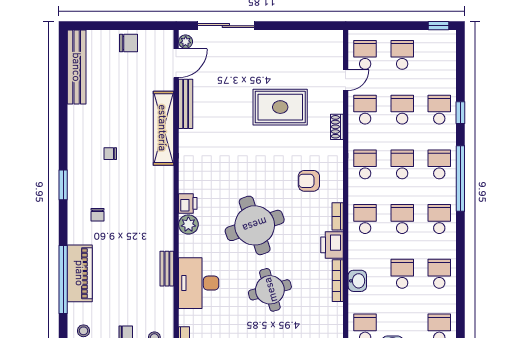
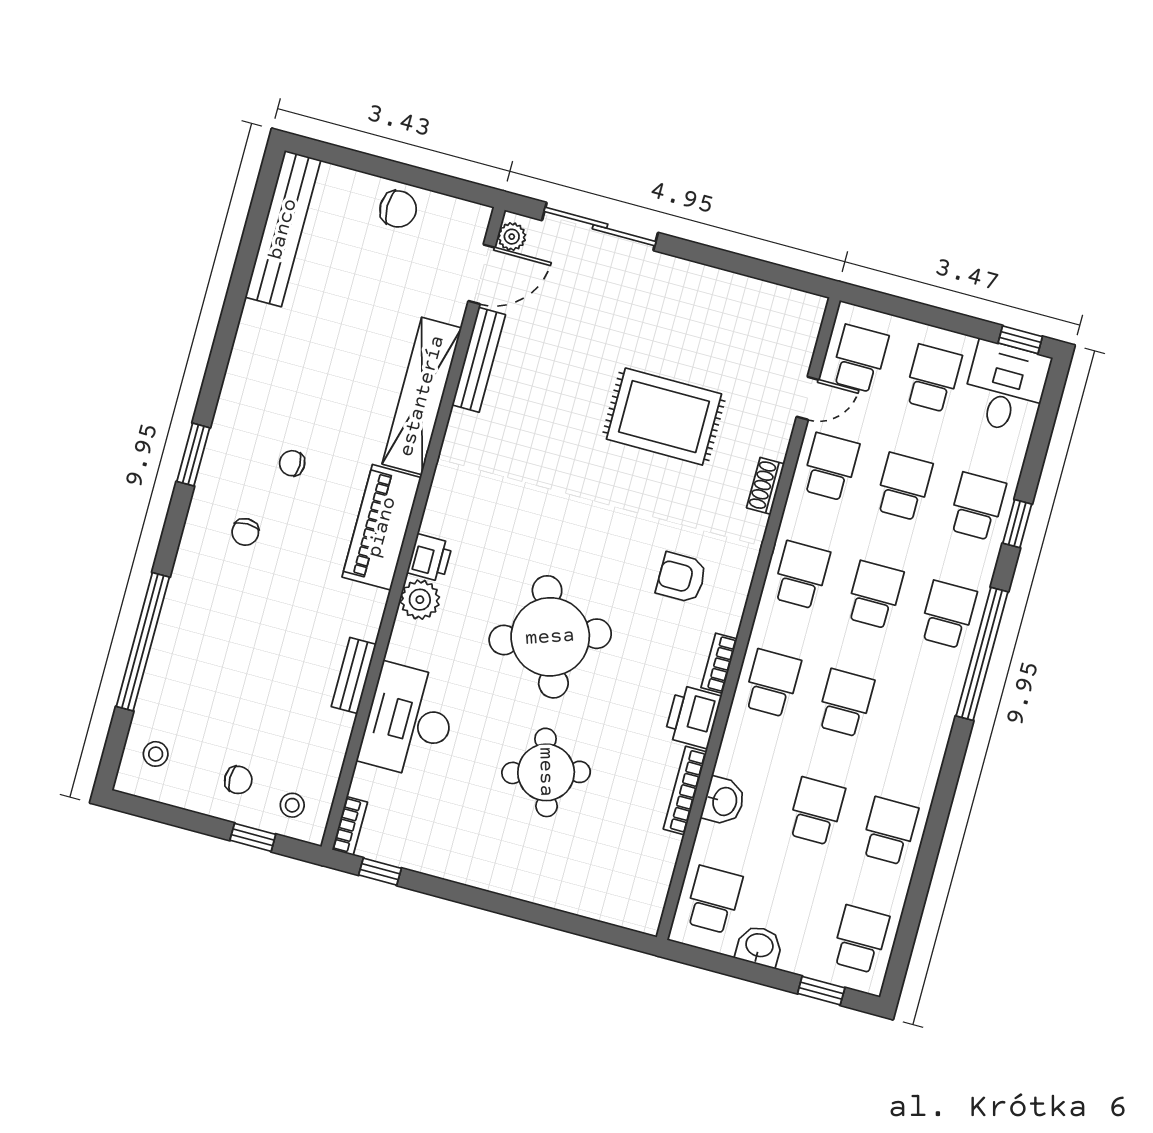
desk: (438, 50) -> (1006, 387), added
chair: (110, 154) -> (292, 463), moved
school desk: (439, 219) -> (919, 723), removed
piano: (80, 273) -> (382, 527), moved, turned 180

